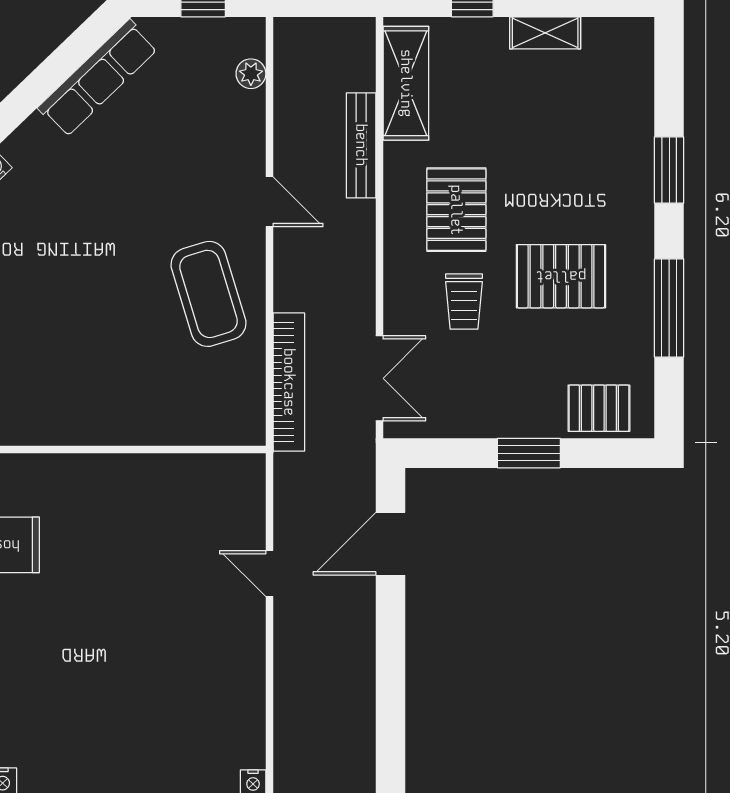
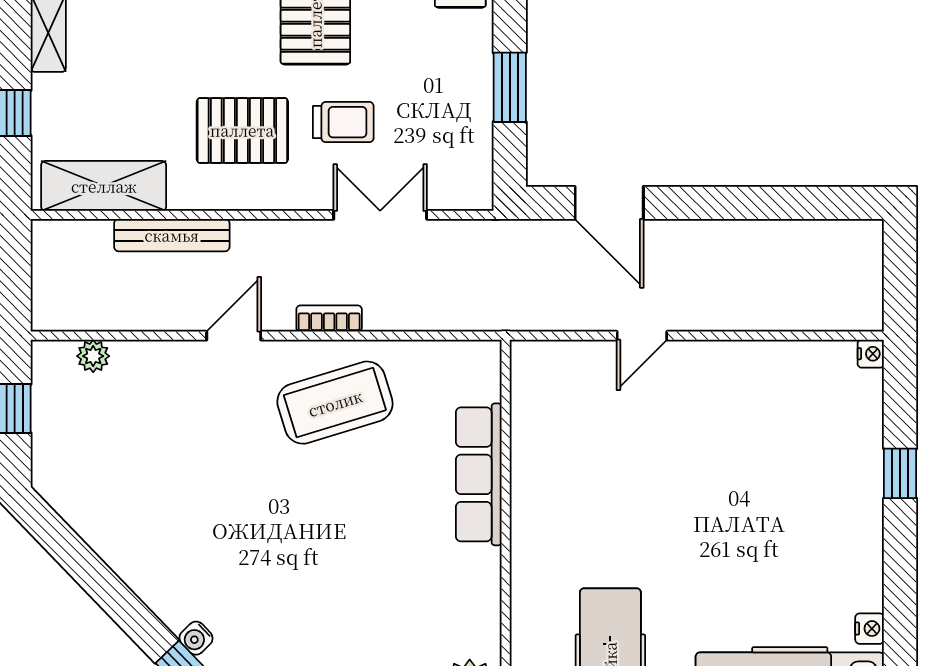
row of seats: (98, 78) -> (479, 474), moved, turned -136
double door: (379, 378) -> (380, 215), moved
bookcase: (289, 382) -> (329, 319), moved, width x0.43, depth x0.76
window: (529, 453) -> (510, 87), moved

